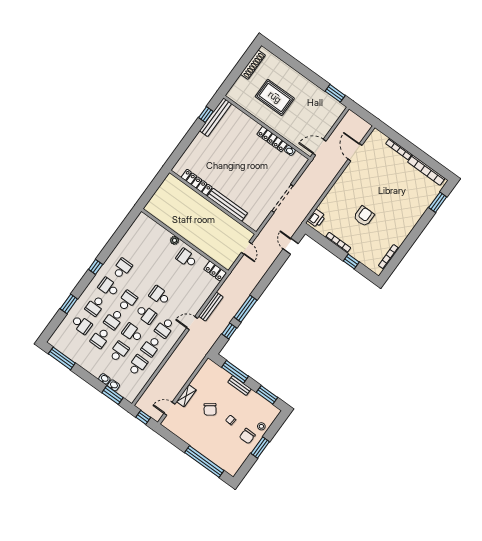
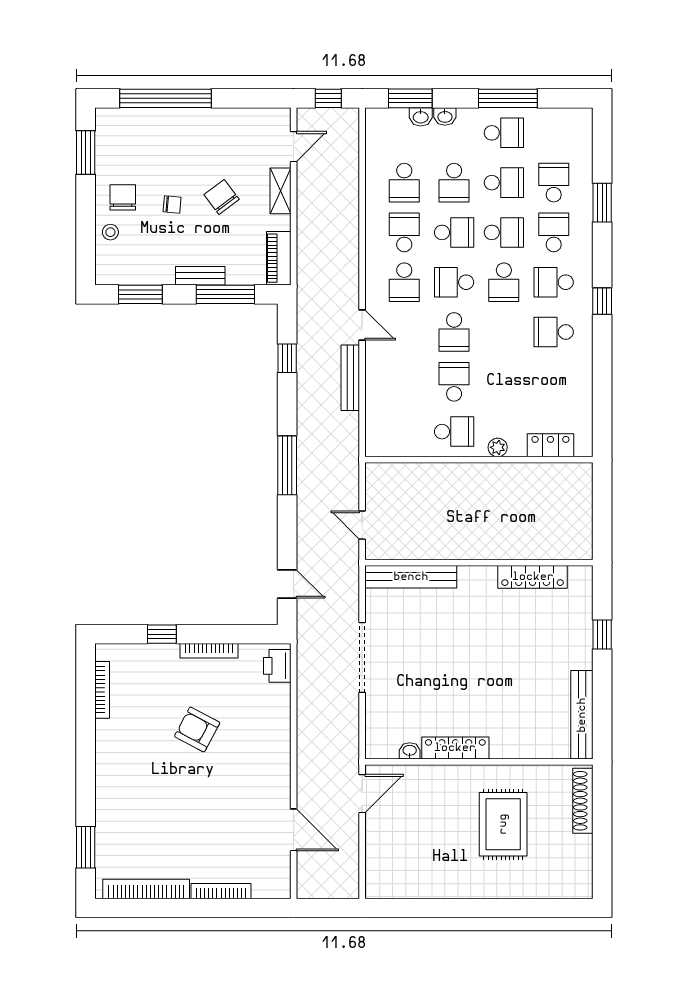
shoe rack: (253, 65) -> (583, 801), moved
window: (335, 93) -> (403, 908), removed
rug: (275, 97) -> (503, 824), turned 90
window: (206, 114) -> (602, 634), moved
bench: (227, 205) -> (411, 577), moved
armchair: (364, 216) -> (197, 729), turned 118
school desk: (122, 268) -> (554, 332), turned 90
locker: (215, 271) -> (550, 445), moved
school desk: (173, 277) -> (454, 382), added
school desk: (109, 287) -> (554, 282), turned 180
school desk: (160, 296) -> (454, 332), turned 90
window: (245, 309) -> (287, 465), moved
school desk: (114, 319) -> (504, 232), turned 90
door: (192, 323) -> (362, 325), hinge flipped
school desk: (82, 325) -> (554, 183), turned 90
school desk: (165, 328) -> (404, 282), turned 180
school desk: (100, 338) -> (504, 183), turned 90
school desk: (87, 357) -> (504, 133), added
window: (62, 358) -> (508, 98), moved
piano: (205, 371) -> (279, 258), added
window: (260, 448) -> (86, 153), moved

